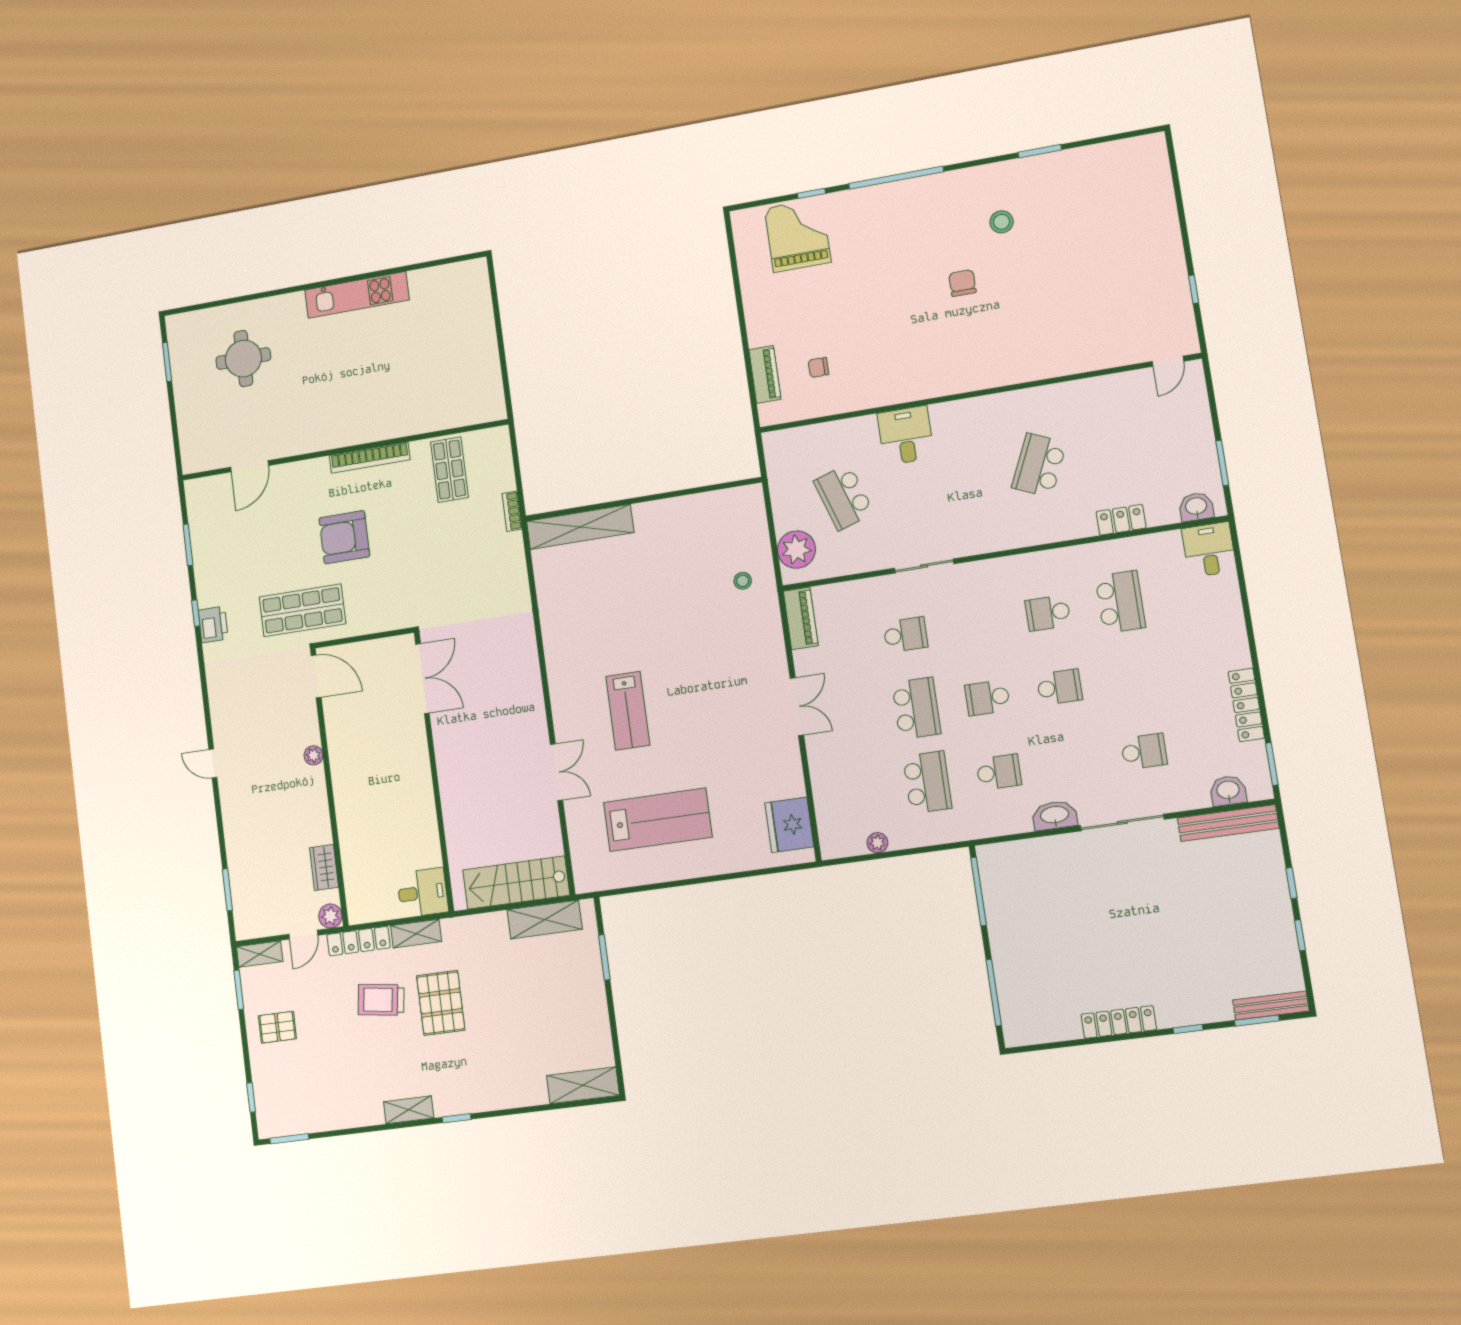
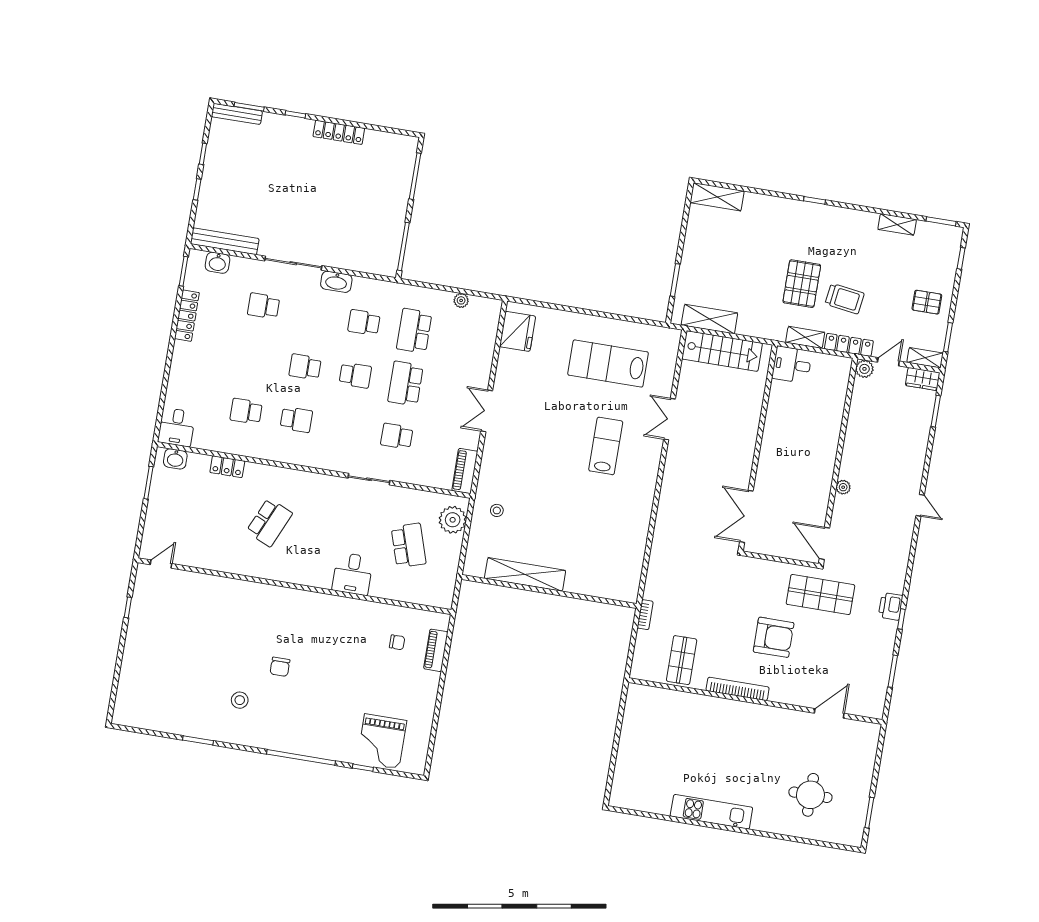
shelving: (580, 527) -> (525, 574), moved
school desk: (1120, 602) -> (246, 411), width x0.54
wardrobe: (324, 867) -> (923, 379), moved, turned 90
shelving: (409, 1110) -> (897, 224), moved

